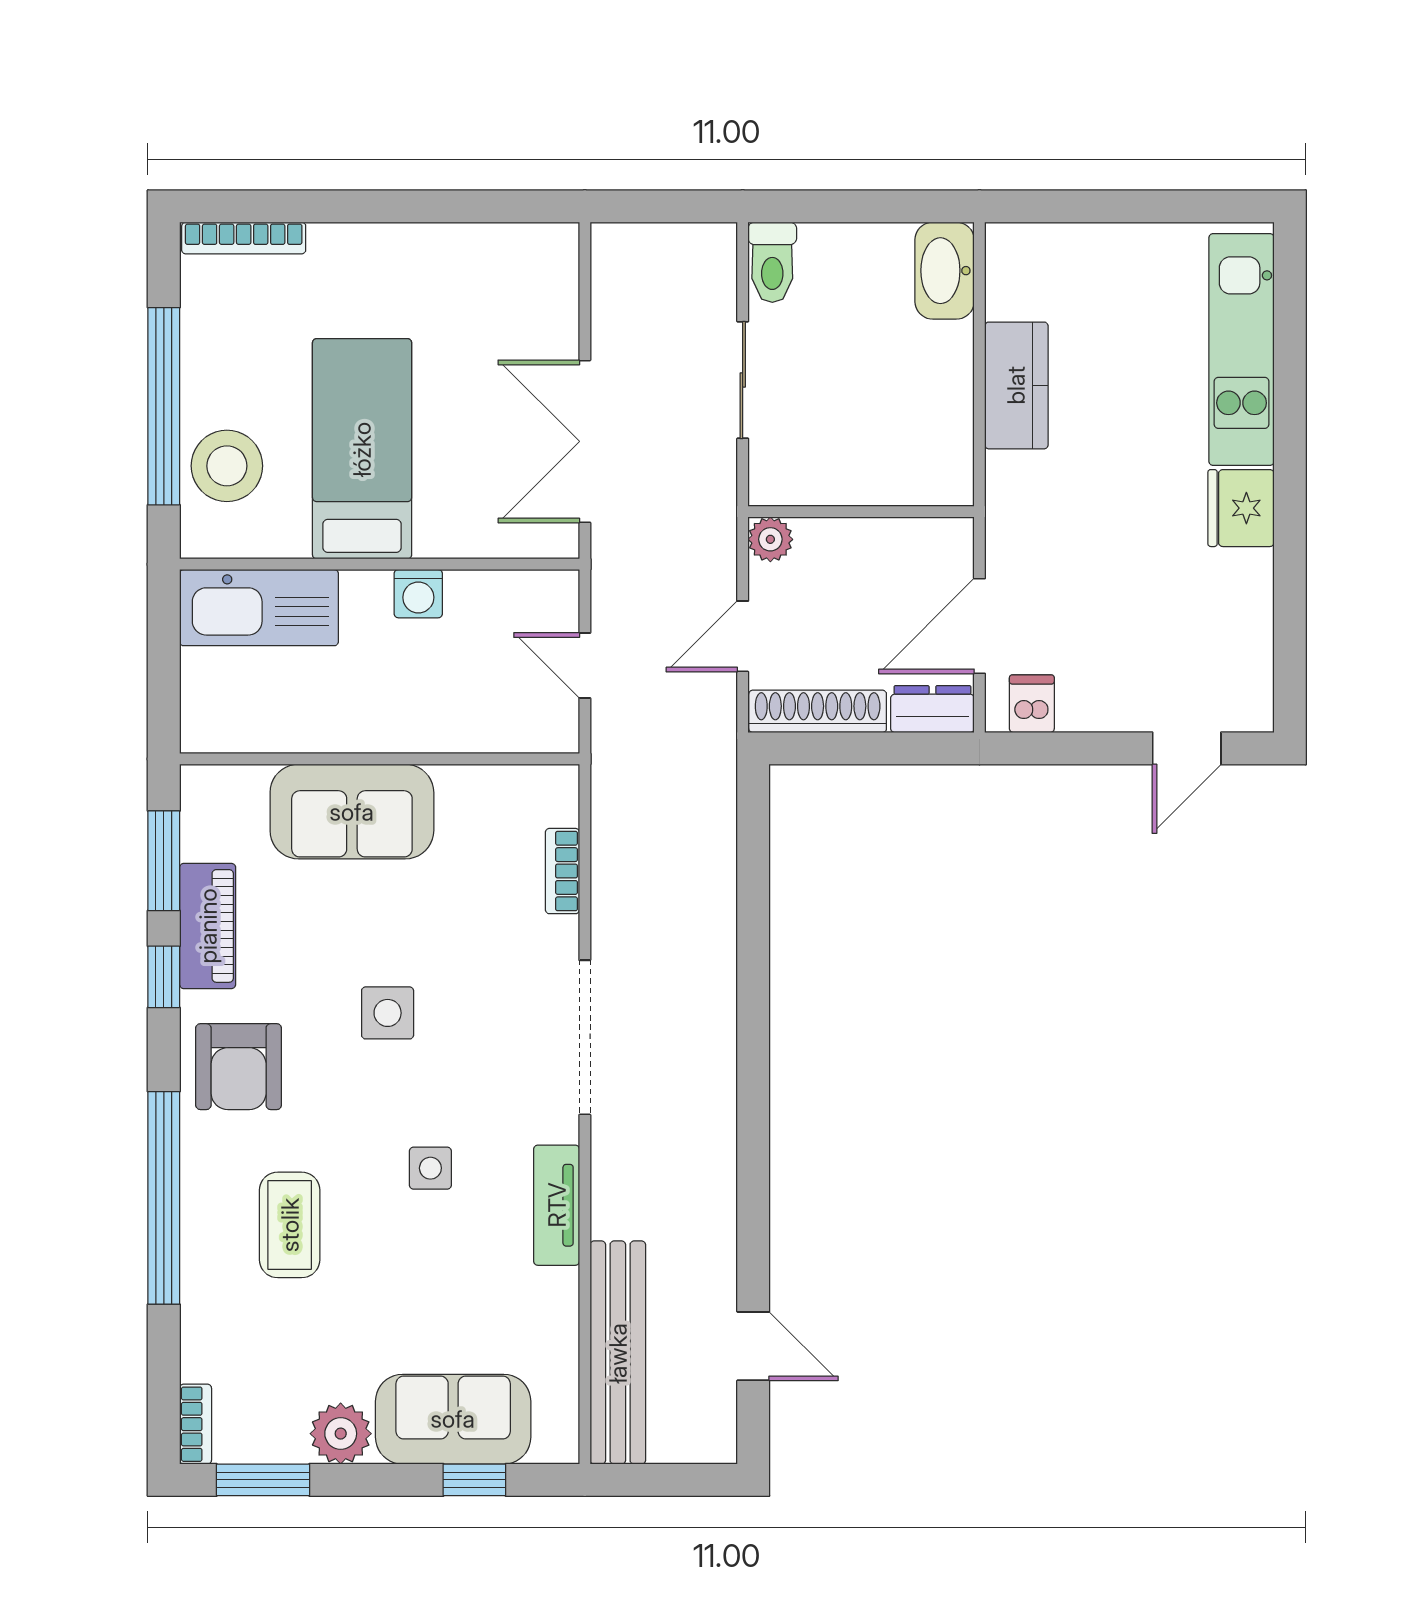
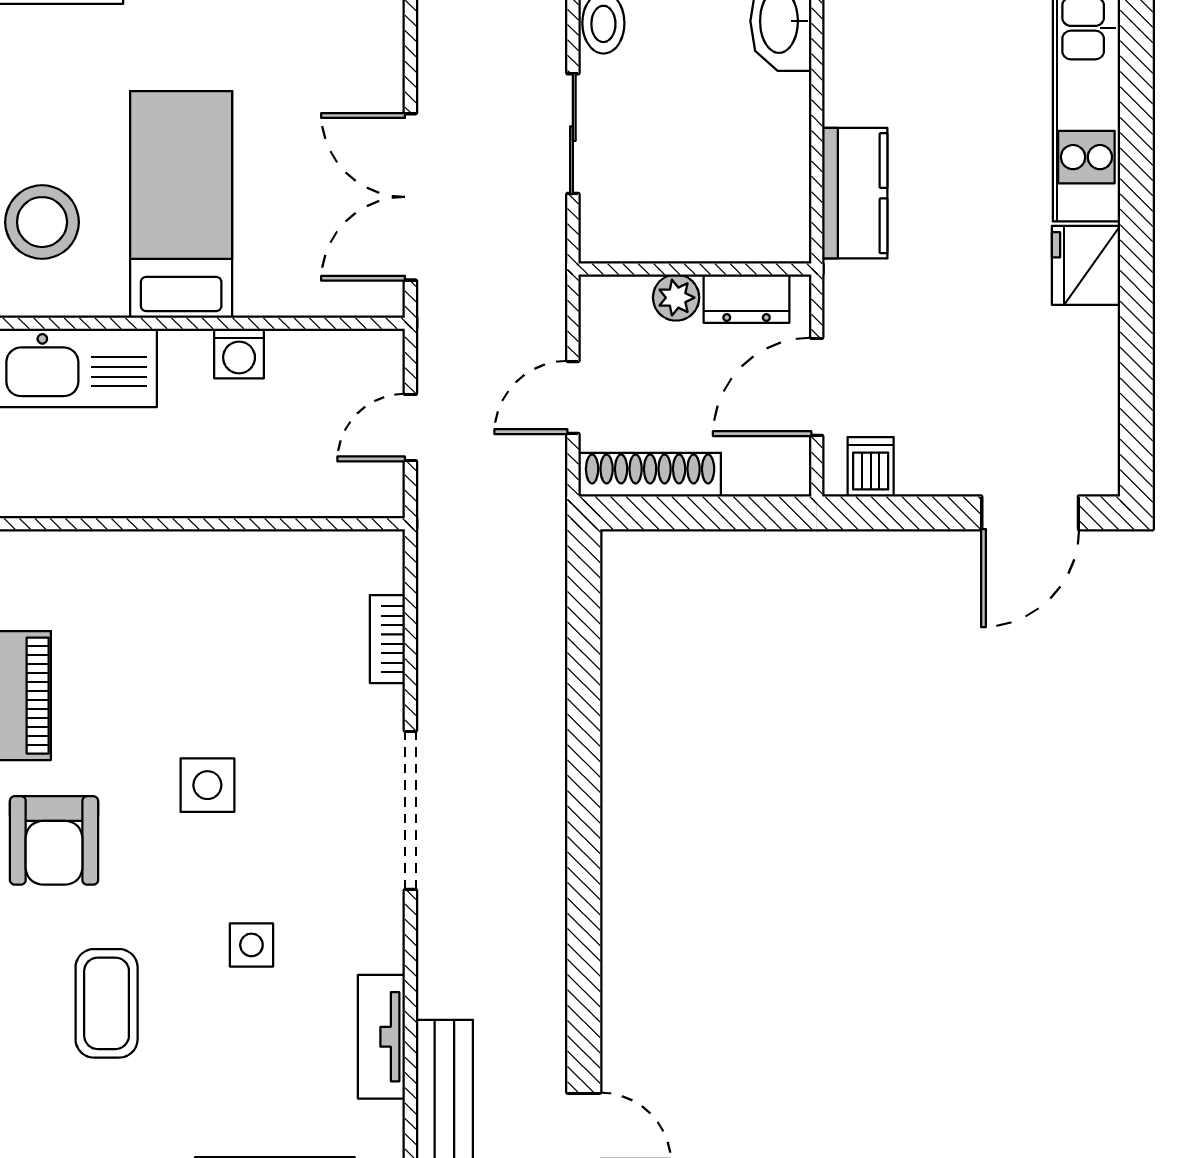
kitchen counter: (1016, 385) -> (855, 193), moved
plant: (770, 539) -> (676, 298), moved
door: (585, 666) -> (410, 428), hinge flipped
dresser: (932, 709) -> (747, 299), moved, turned 180
door: (1187, 748) -> (1030, 513), width x1.38
sofa: (352, 812) -> (171, 578), removed
tv unit: (557, 1205) -> (381, 1037), moved

